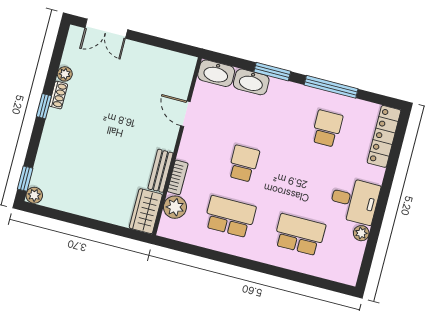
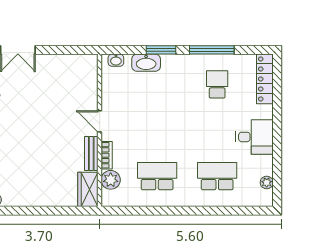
washbasin: (216, 73) -> (116, 60), width x0.52, depth x0.69
door: (185, 114) -> (100, 121), moved
school desk: (244, 164) -> (157, 130), removed
plant: (361, 233) -> (267, 183), moved

